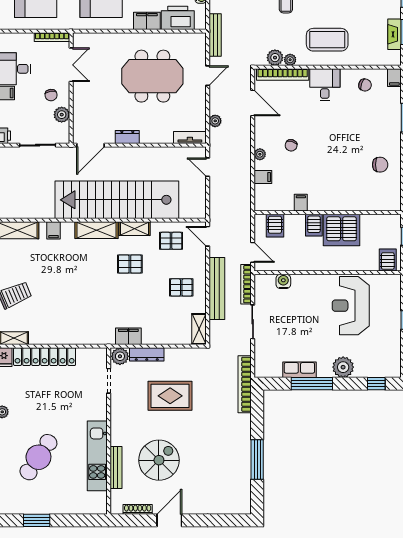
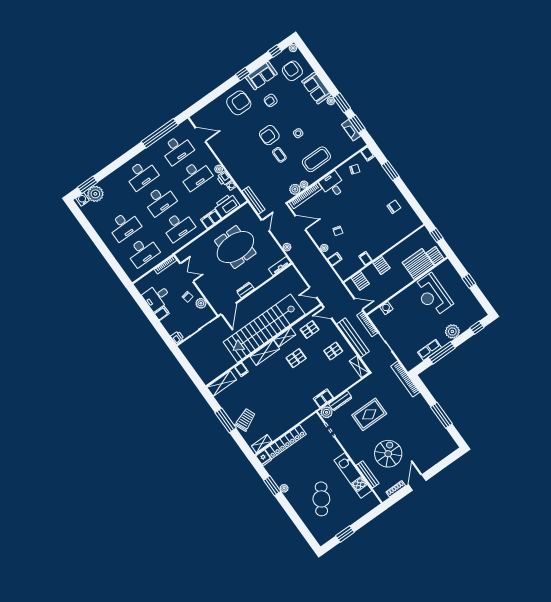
door: (208, 167) -> (313, 292), moved
server rack: (342, 230) -> (418, 264), moved, turned 180

